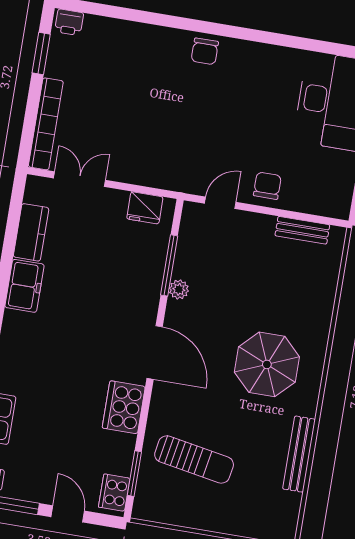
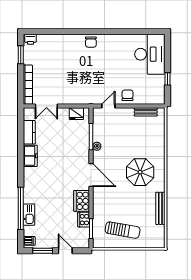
double door: (80, 179) -> (46, 106), swing flipped
sun lounger: (194, 459) -> (123, 230), moved
cooker: (114, 493) -> (84, 220), moved

